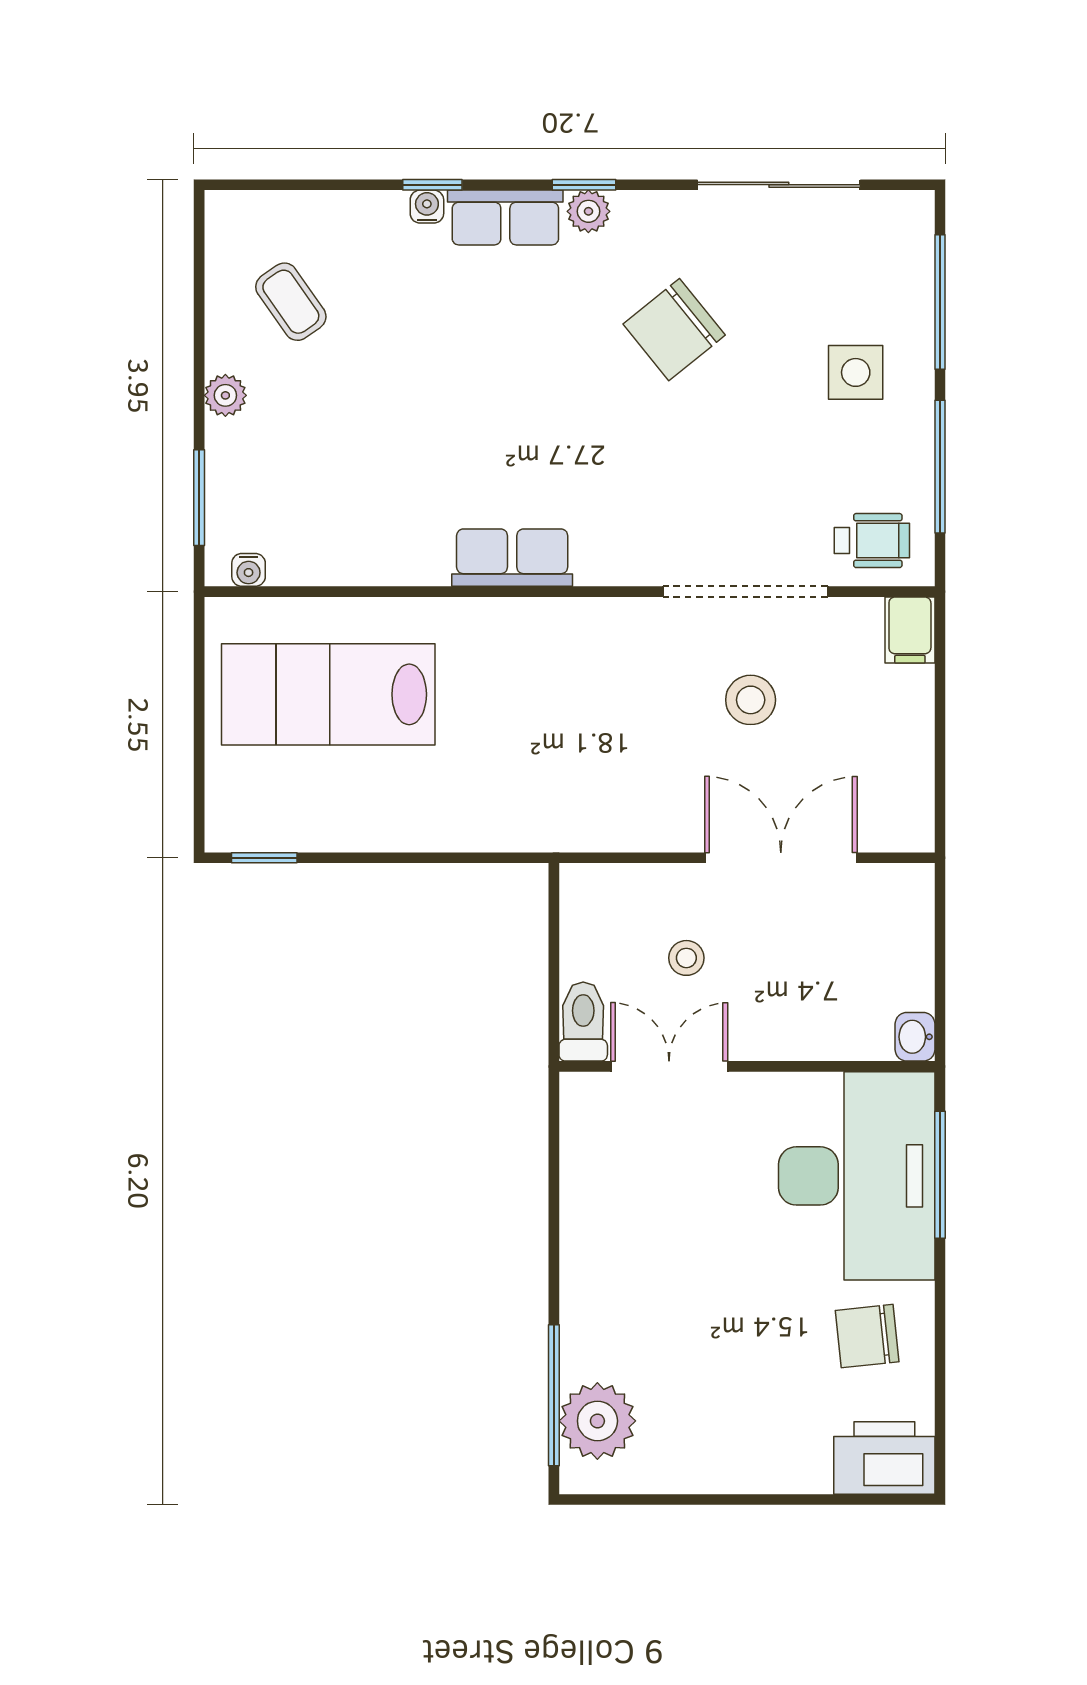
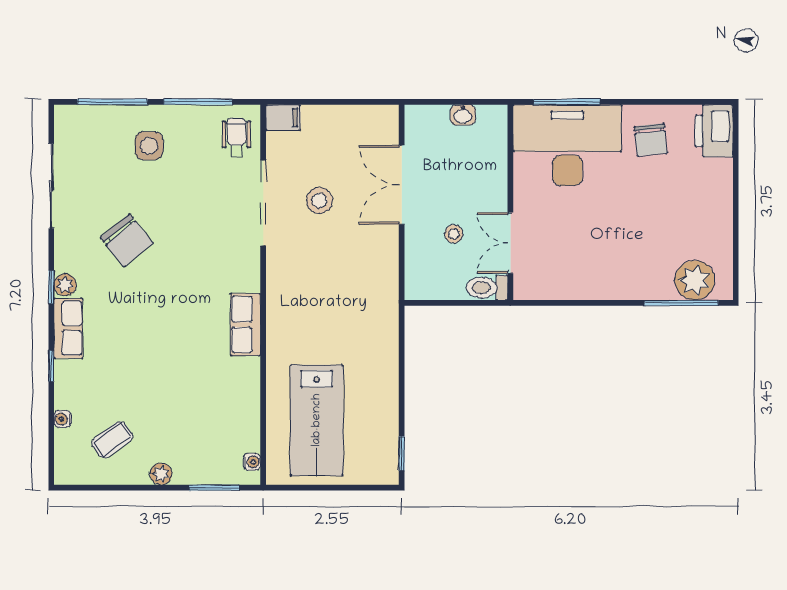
water cooler: (427, 207) -> (63, 419), moved
washbasin: (915, 1037) -> (463, 115), moved

